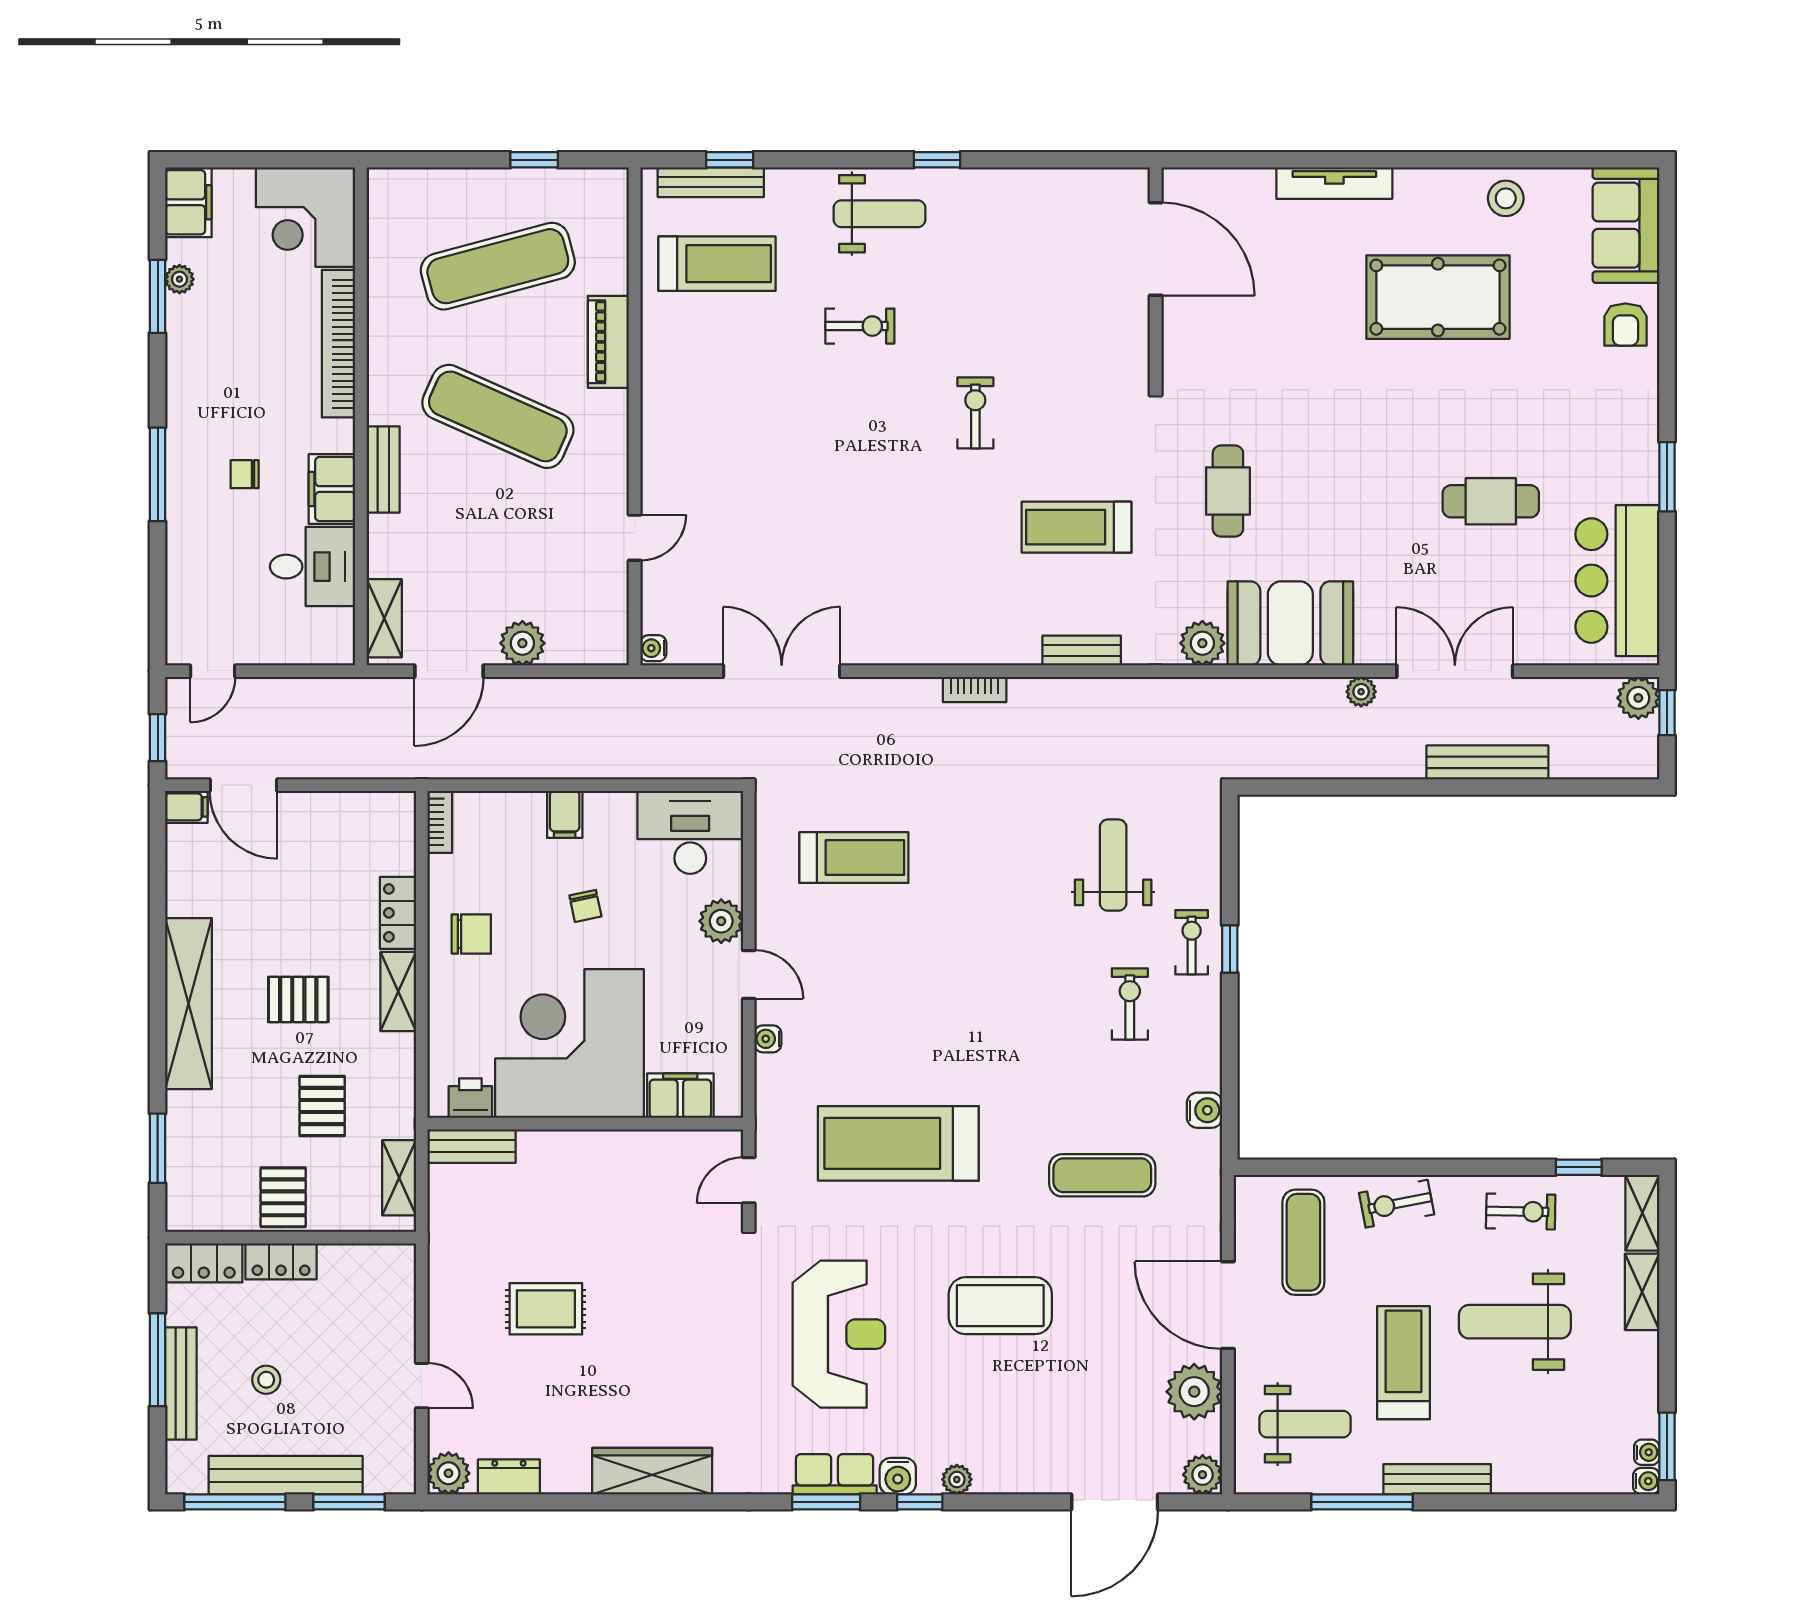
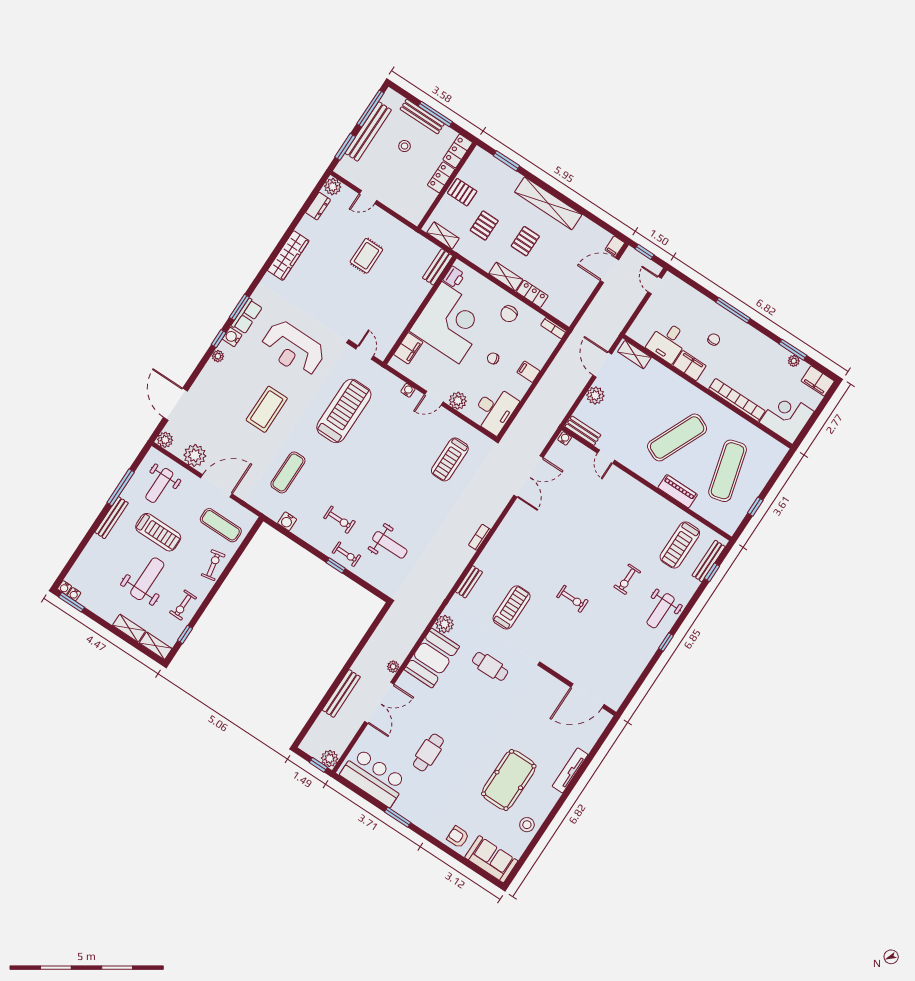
bench: (383, 469) -> (583, 431), moved
pallet: (322, 1106) -> (484, 226), turned 90

